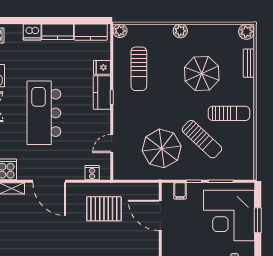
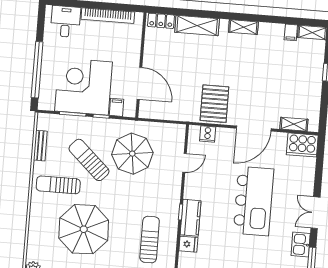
bench: (249, 63) -> (40, 146), moved
parasol: (202, 74) -> (84, 229), width x1.36, depth x1.36
door: (49, 181) -> (254, 129), swing flipped
pallet: (104, 209) -> (214, 104), moved, turned 90
corner desk: (229, 216) -> (84, 86), moved, turned -90
window: (258, 220) -> (37, 70), width x2.11

